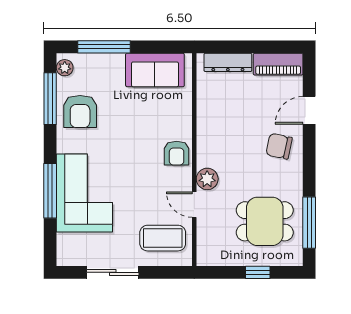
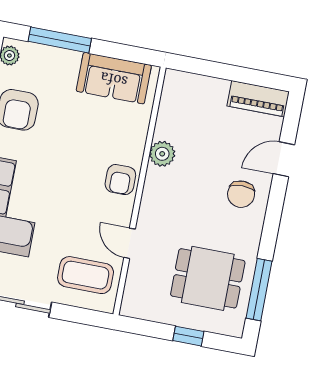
dresser: (228, 62) -> (200, 86), removed
chair: (279, 146) -> (241, 194), turned -102
plant: (207, 179) -> (162, 154), moved

